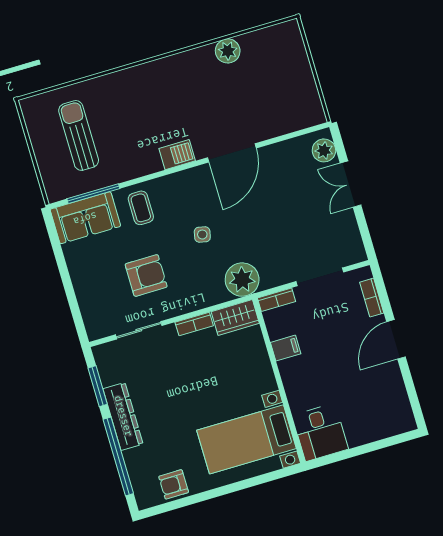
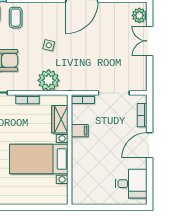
plant: (242, 280) -> (49, 80), moved
wardrobe: (235, 317) -> (60, 119), moved, turned 90
desk: (320, 432) -> (131, 184), moved, turned -90
bed with nightstands: (246, 439) -> (39, 159), moved

